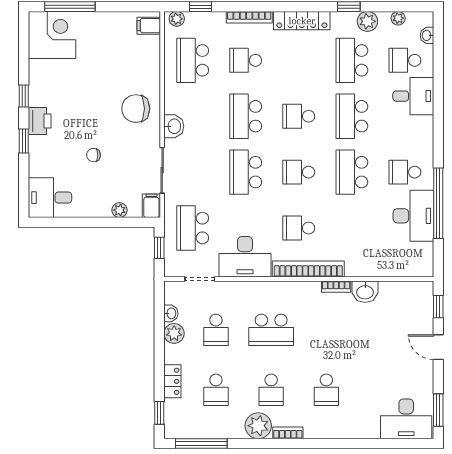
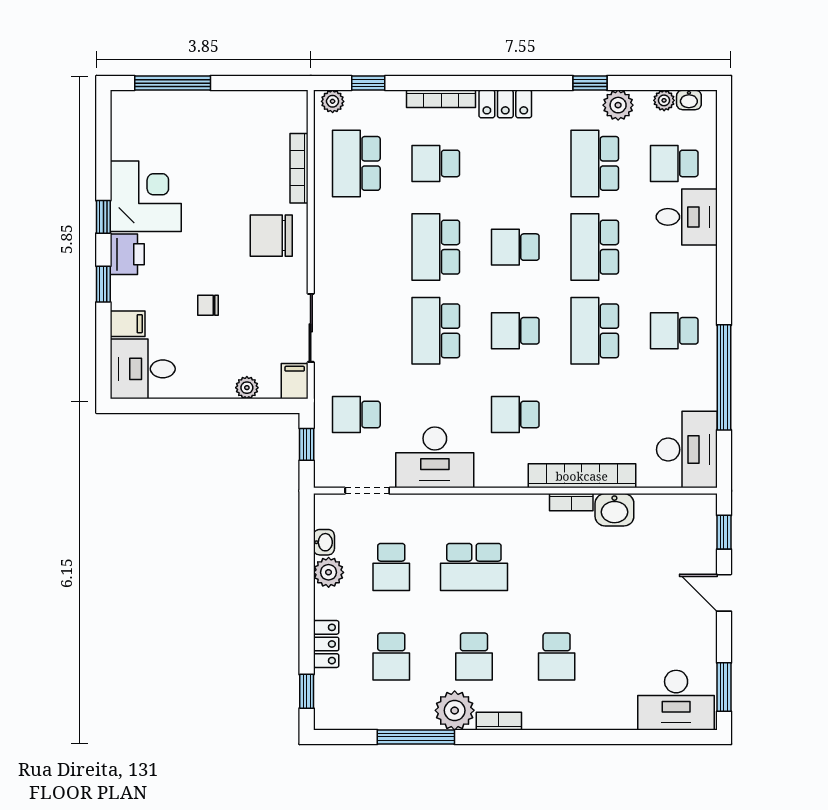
locker: (302, 21) -> (505, 104), width x0.66
filing cabinet: (149, 26) -> (128, 324), moved, turned 180
corner desk: (52, 35) -> (146, 196), moved
washbasin: (427, 35) -> (689, 100), moved, turned -90
bookcase: (154, 64) -> (299, 168), added
washbasin: (174, 126) -> (328, 262), removed
desk: (413, 216) -> (687, 450), moved
school desk: (193, 228) -> (356, 414), width x0.54
bookcase: (308, 269) -> (582, 476), moved
window: (201, 443) -> (416, 737), moved

